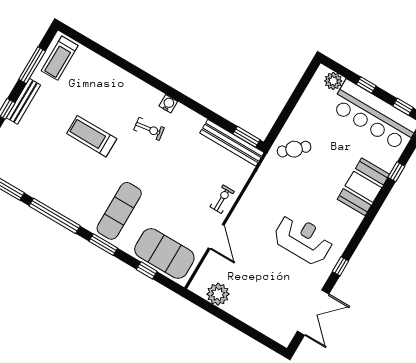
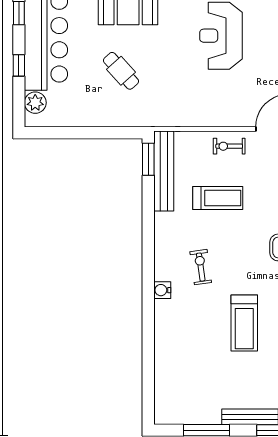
treadmill: (60, 58) -> (218, 198), moved
water cooler: (168, 104) -> (162, 290), moved
cafe table: (294, 149) -> (121, 71), moved

